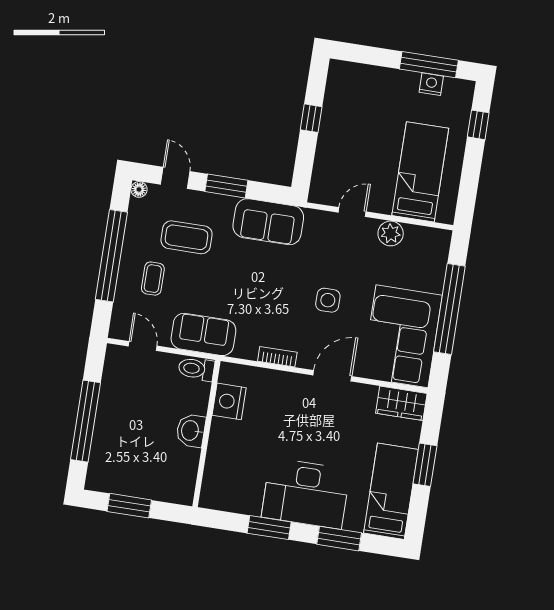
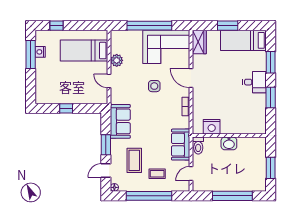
desk: (306, 493) -> (254, 82), width x0.53, depth x0.77

